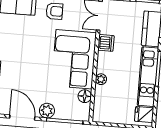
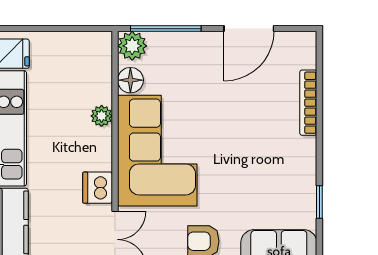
plant: (47, 111) -> (132, 46), moved
door: (22, 117) -> (249, 29), hinge flipped

